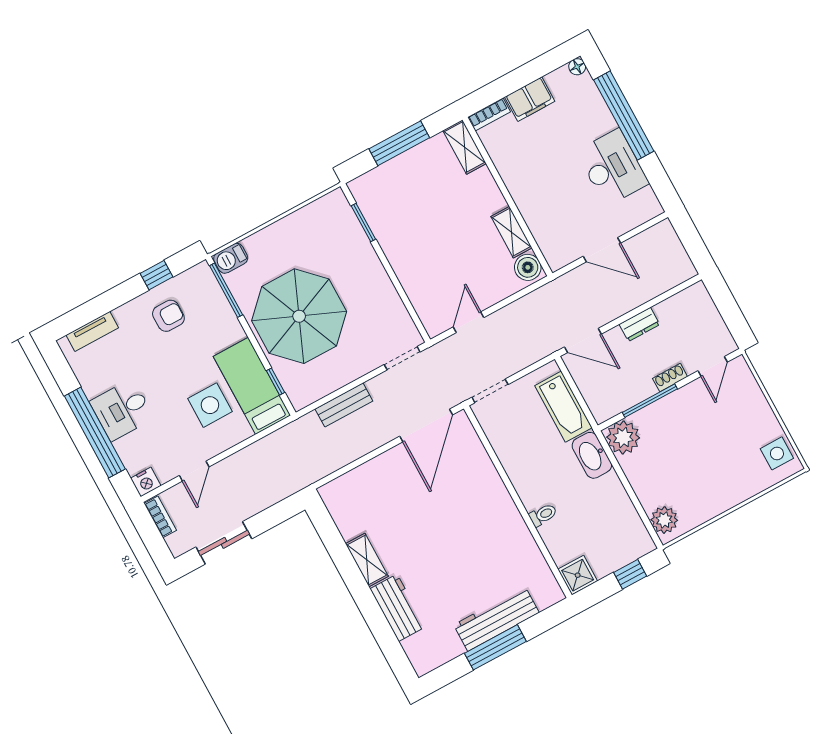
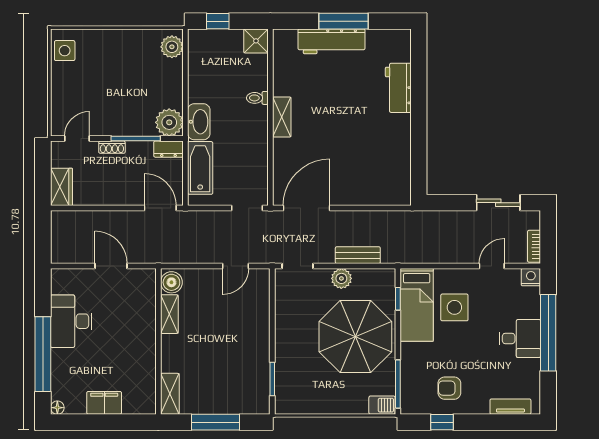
bookcase: (489, 114) -> (139, 408), removed
wardrobe: (701, 306) -> (61, 187), added
dresser: (639, 324) -> (168, 149), moved, turned 180
plant: (348, 370) -> (341, 278), added
shelving: (367, 560) -> (282, 117), moved

